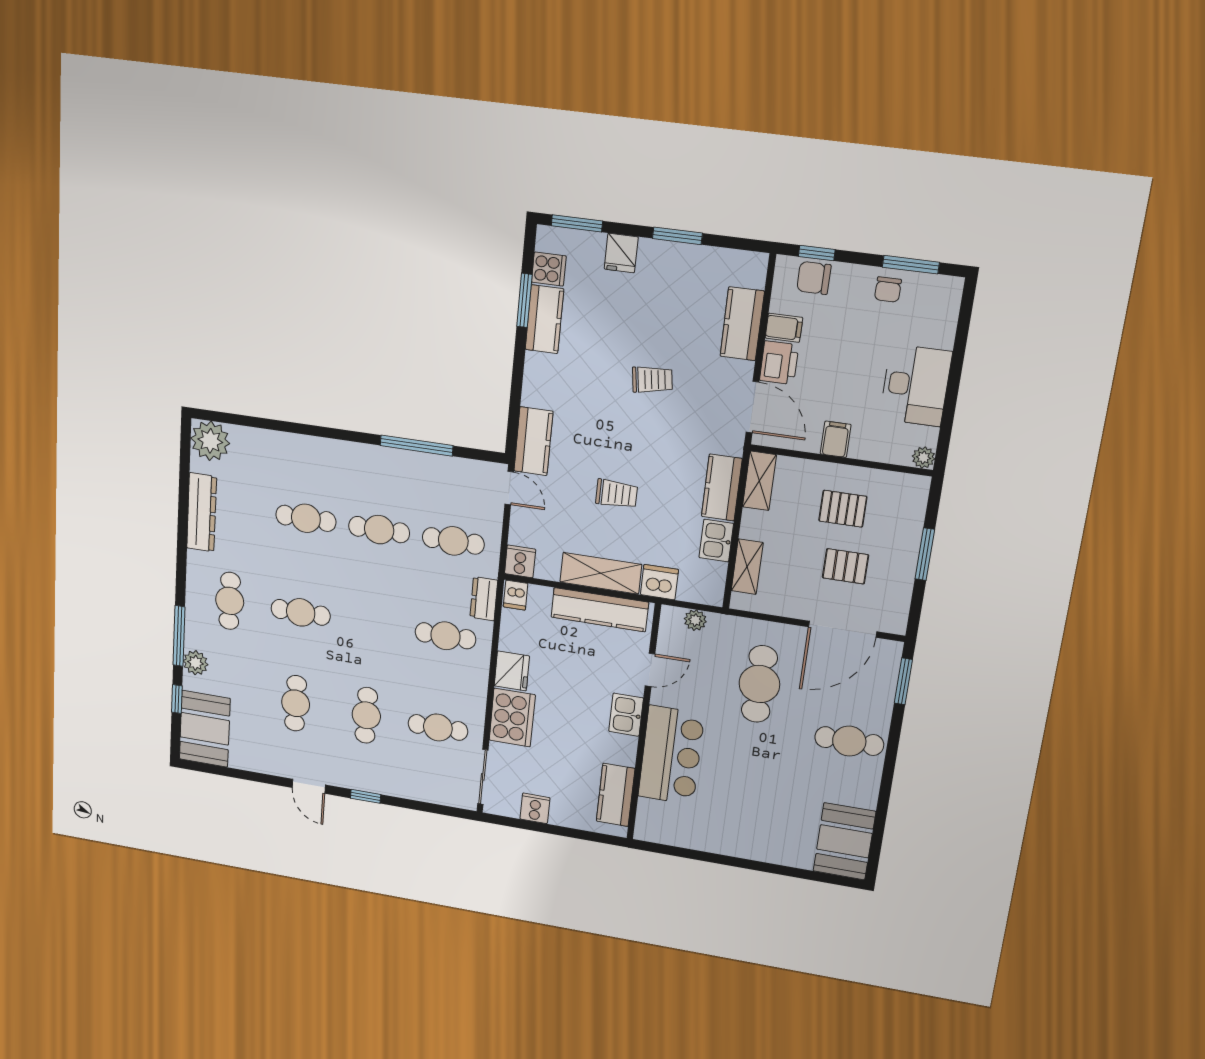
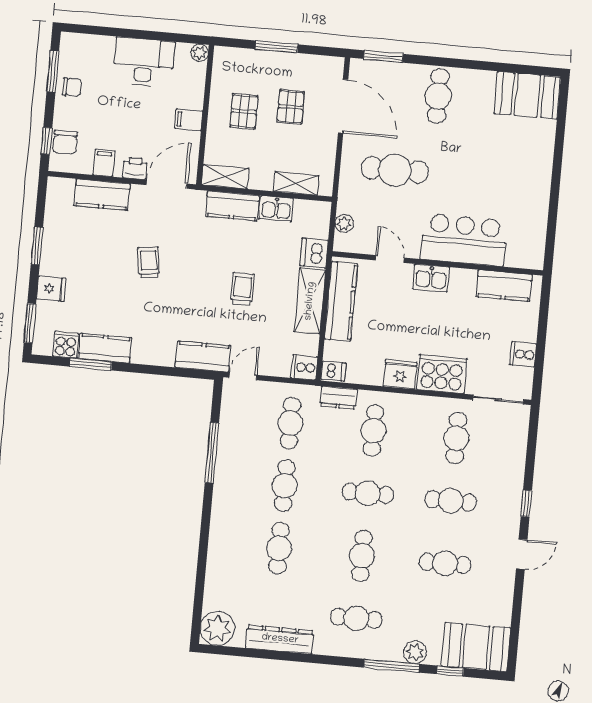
printer: (779, 363) -> (135, 168), width x0.73, depth x0.81
cafe table: (373, 624) -> (368, 493), added

